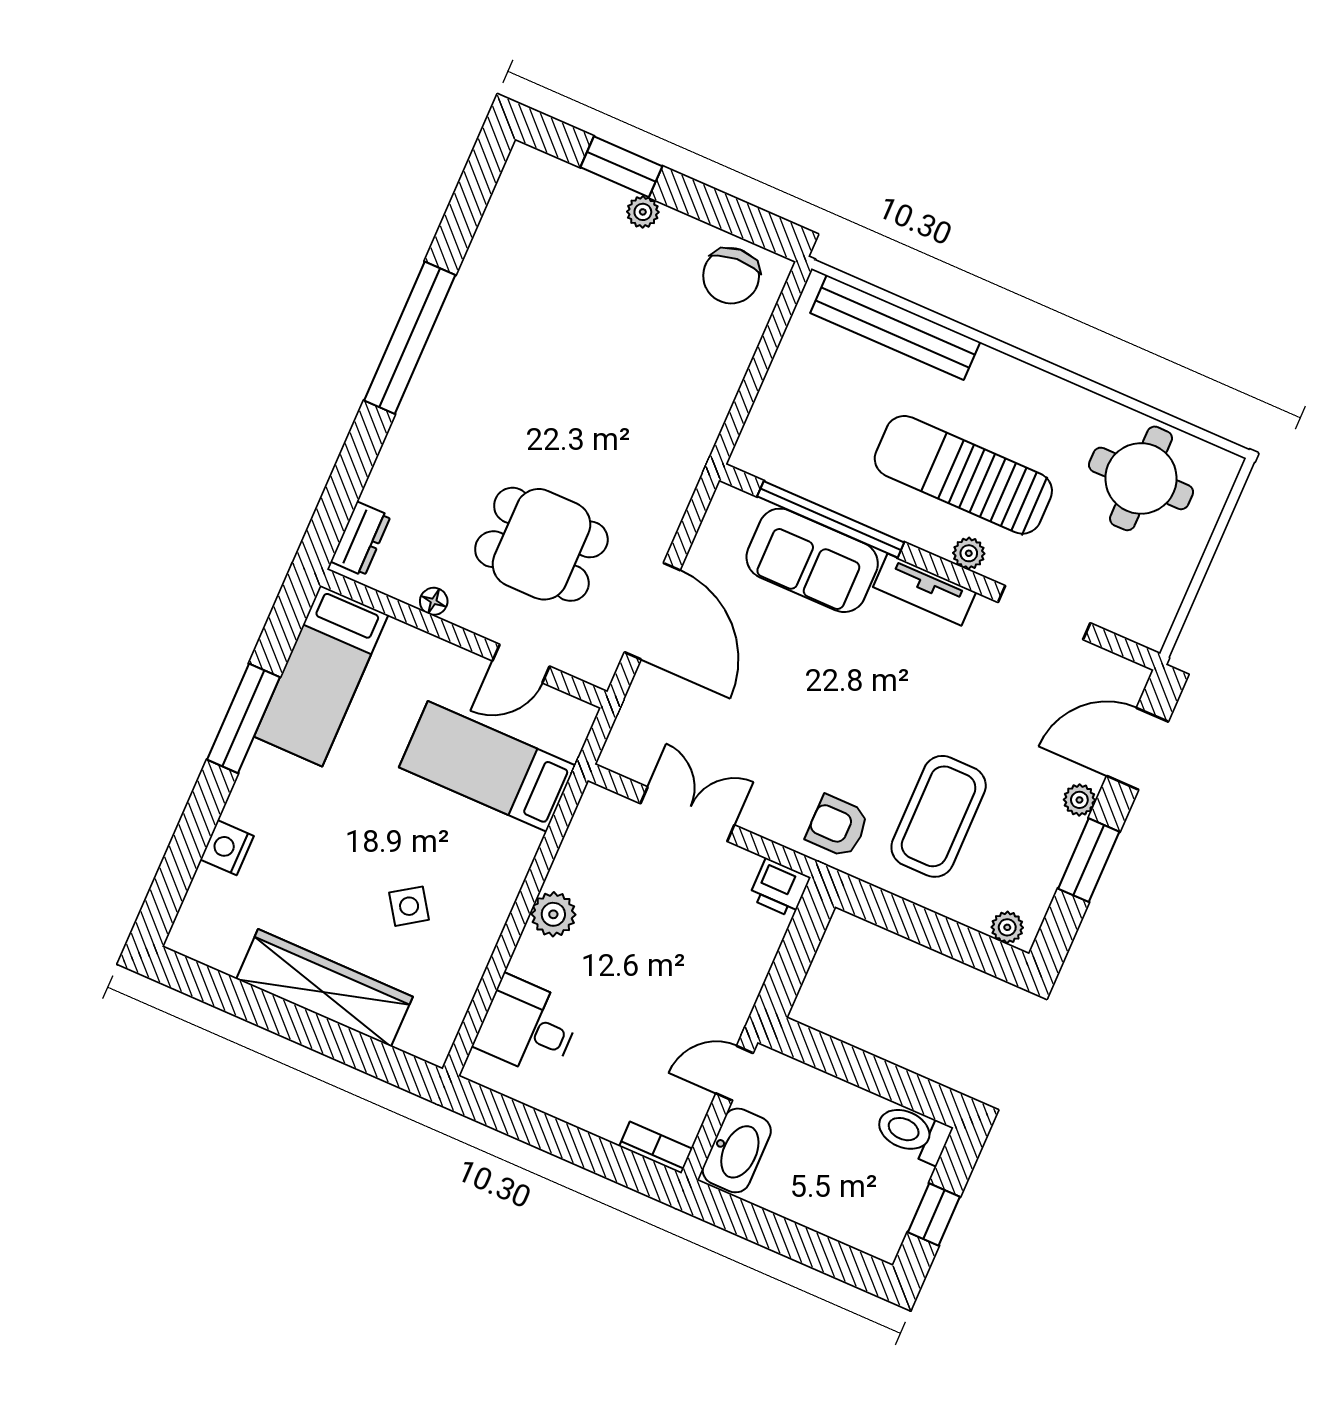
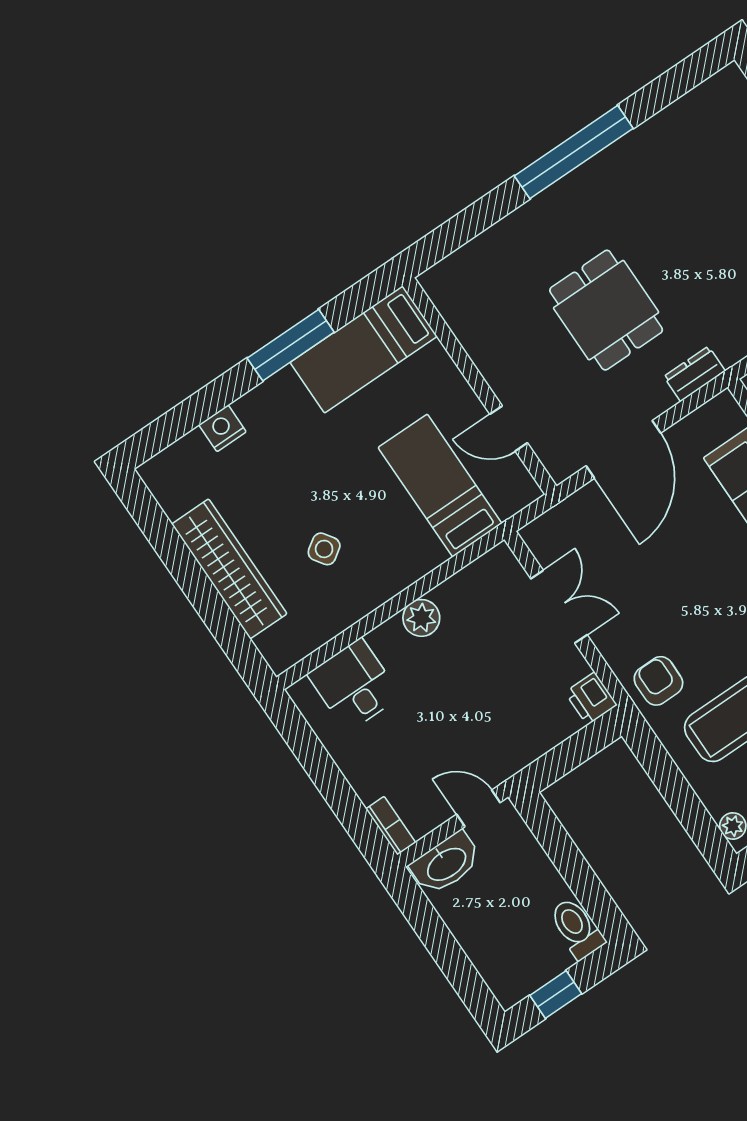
dresser: (361, 539) -> (695, 374), moved, turned 180
dining table: (541, 544) -> (606, 310), moved
floor lamp: (434, 601) -> (475, 347), removed

